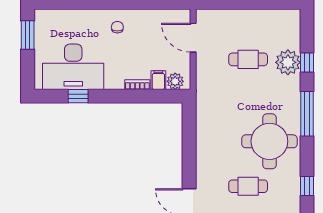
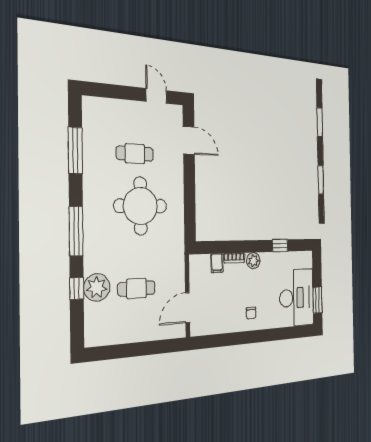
door: (193, 38) -> (188, 308), swing flipped
desk: (73, 67) -> (297, 298), moved, turned 90
plant: (175, 81) -> (253, 261), moved
round table: (269, 141) -> (140, 206), moved
window: (307, 186) -> (75, 151), width x2.17

